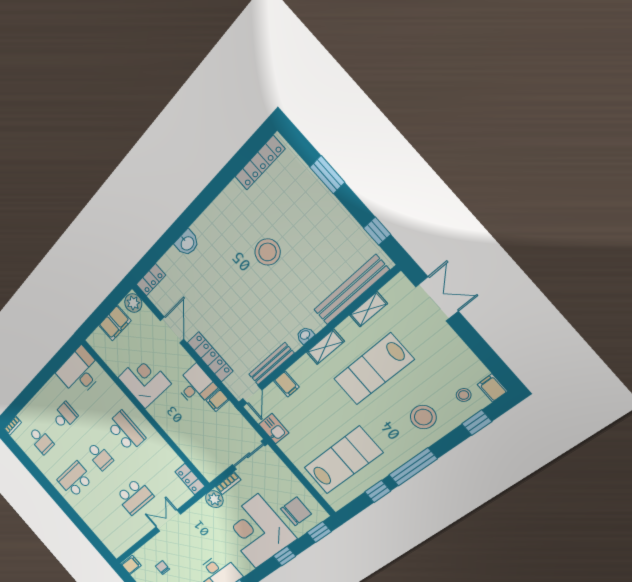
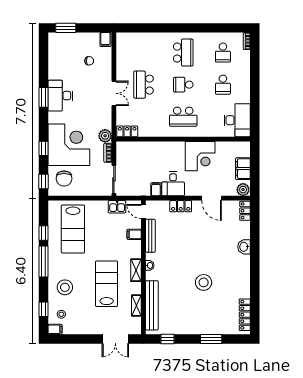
locker: (210, 357) -> (181, 206), width x0.66
school desk: (41, 440) -> (223, 53), turned -90

